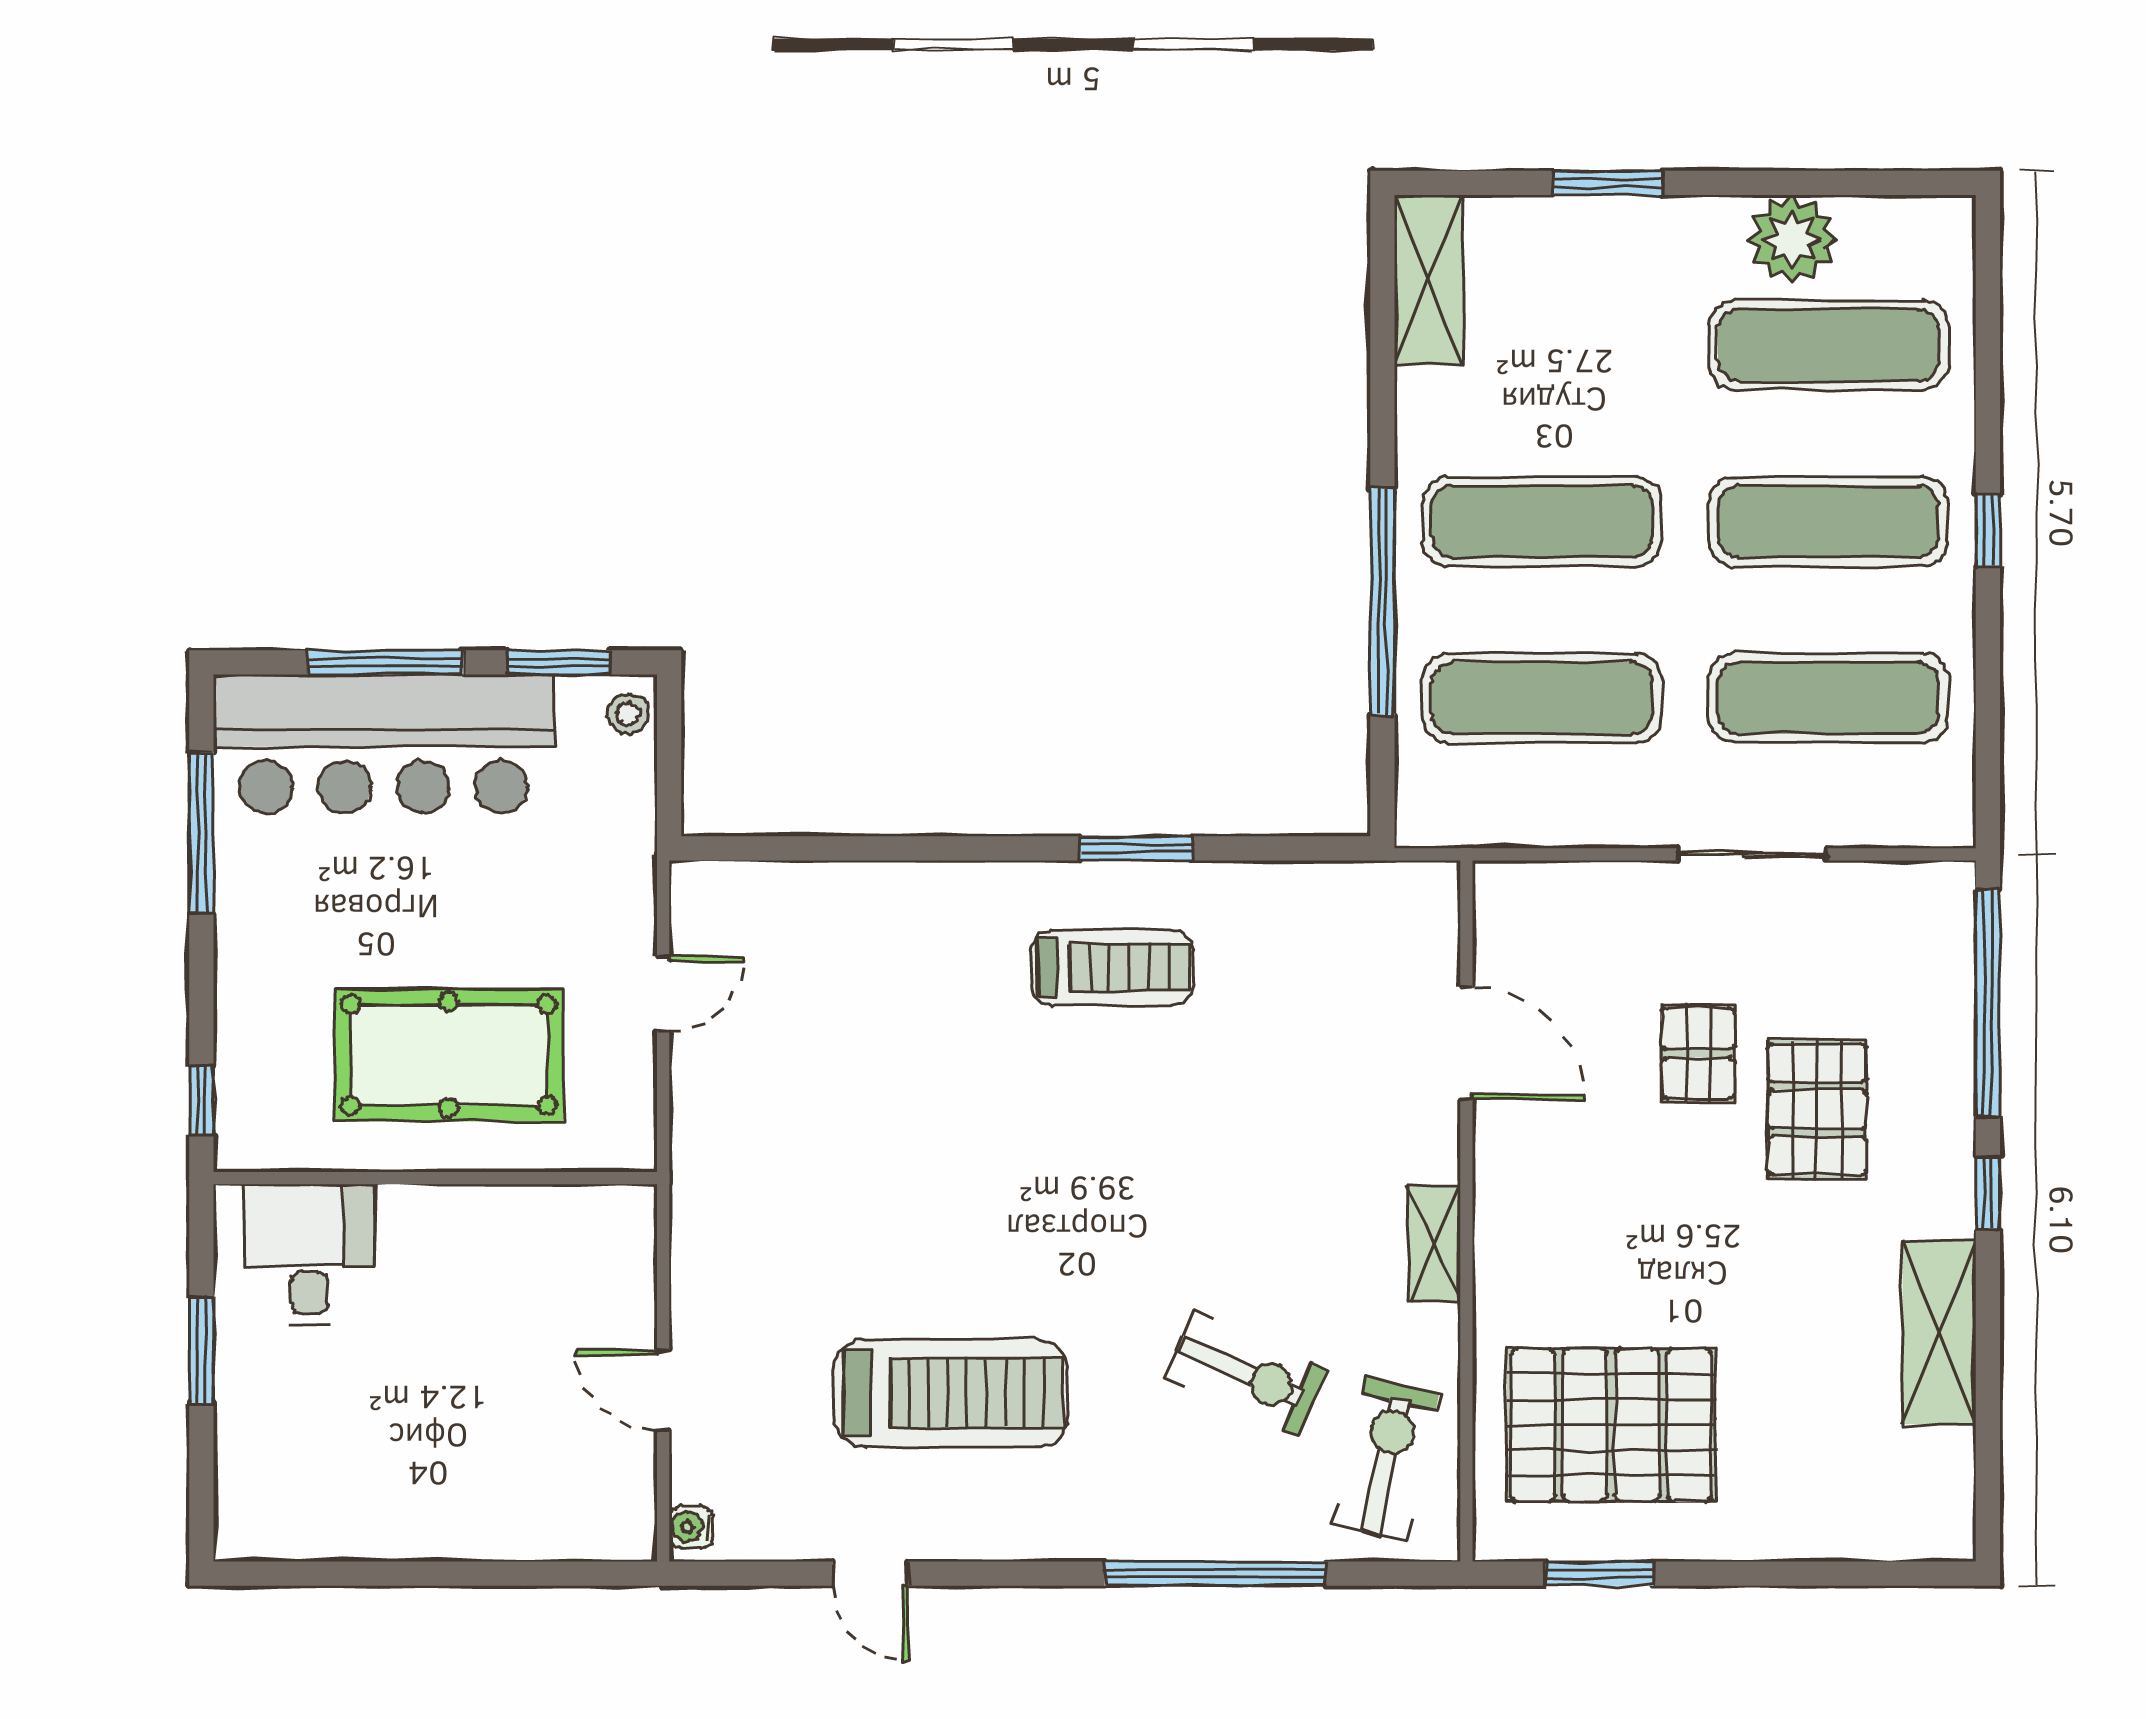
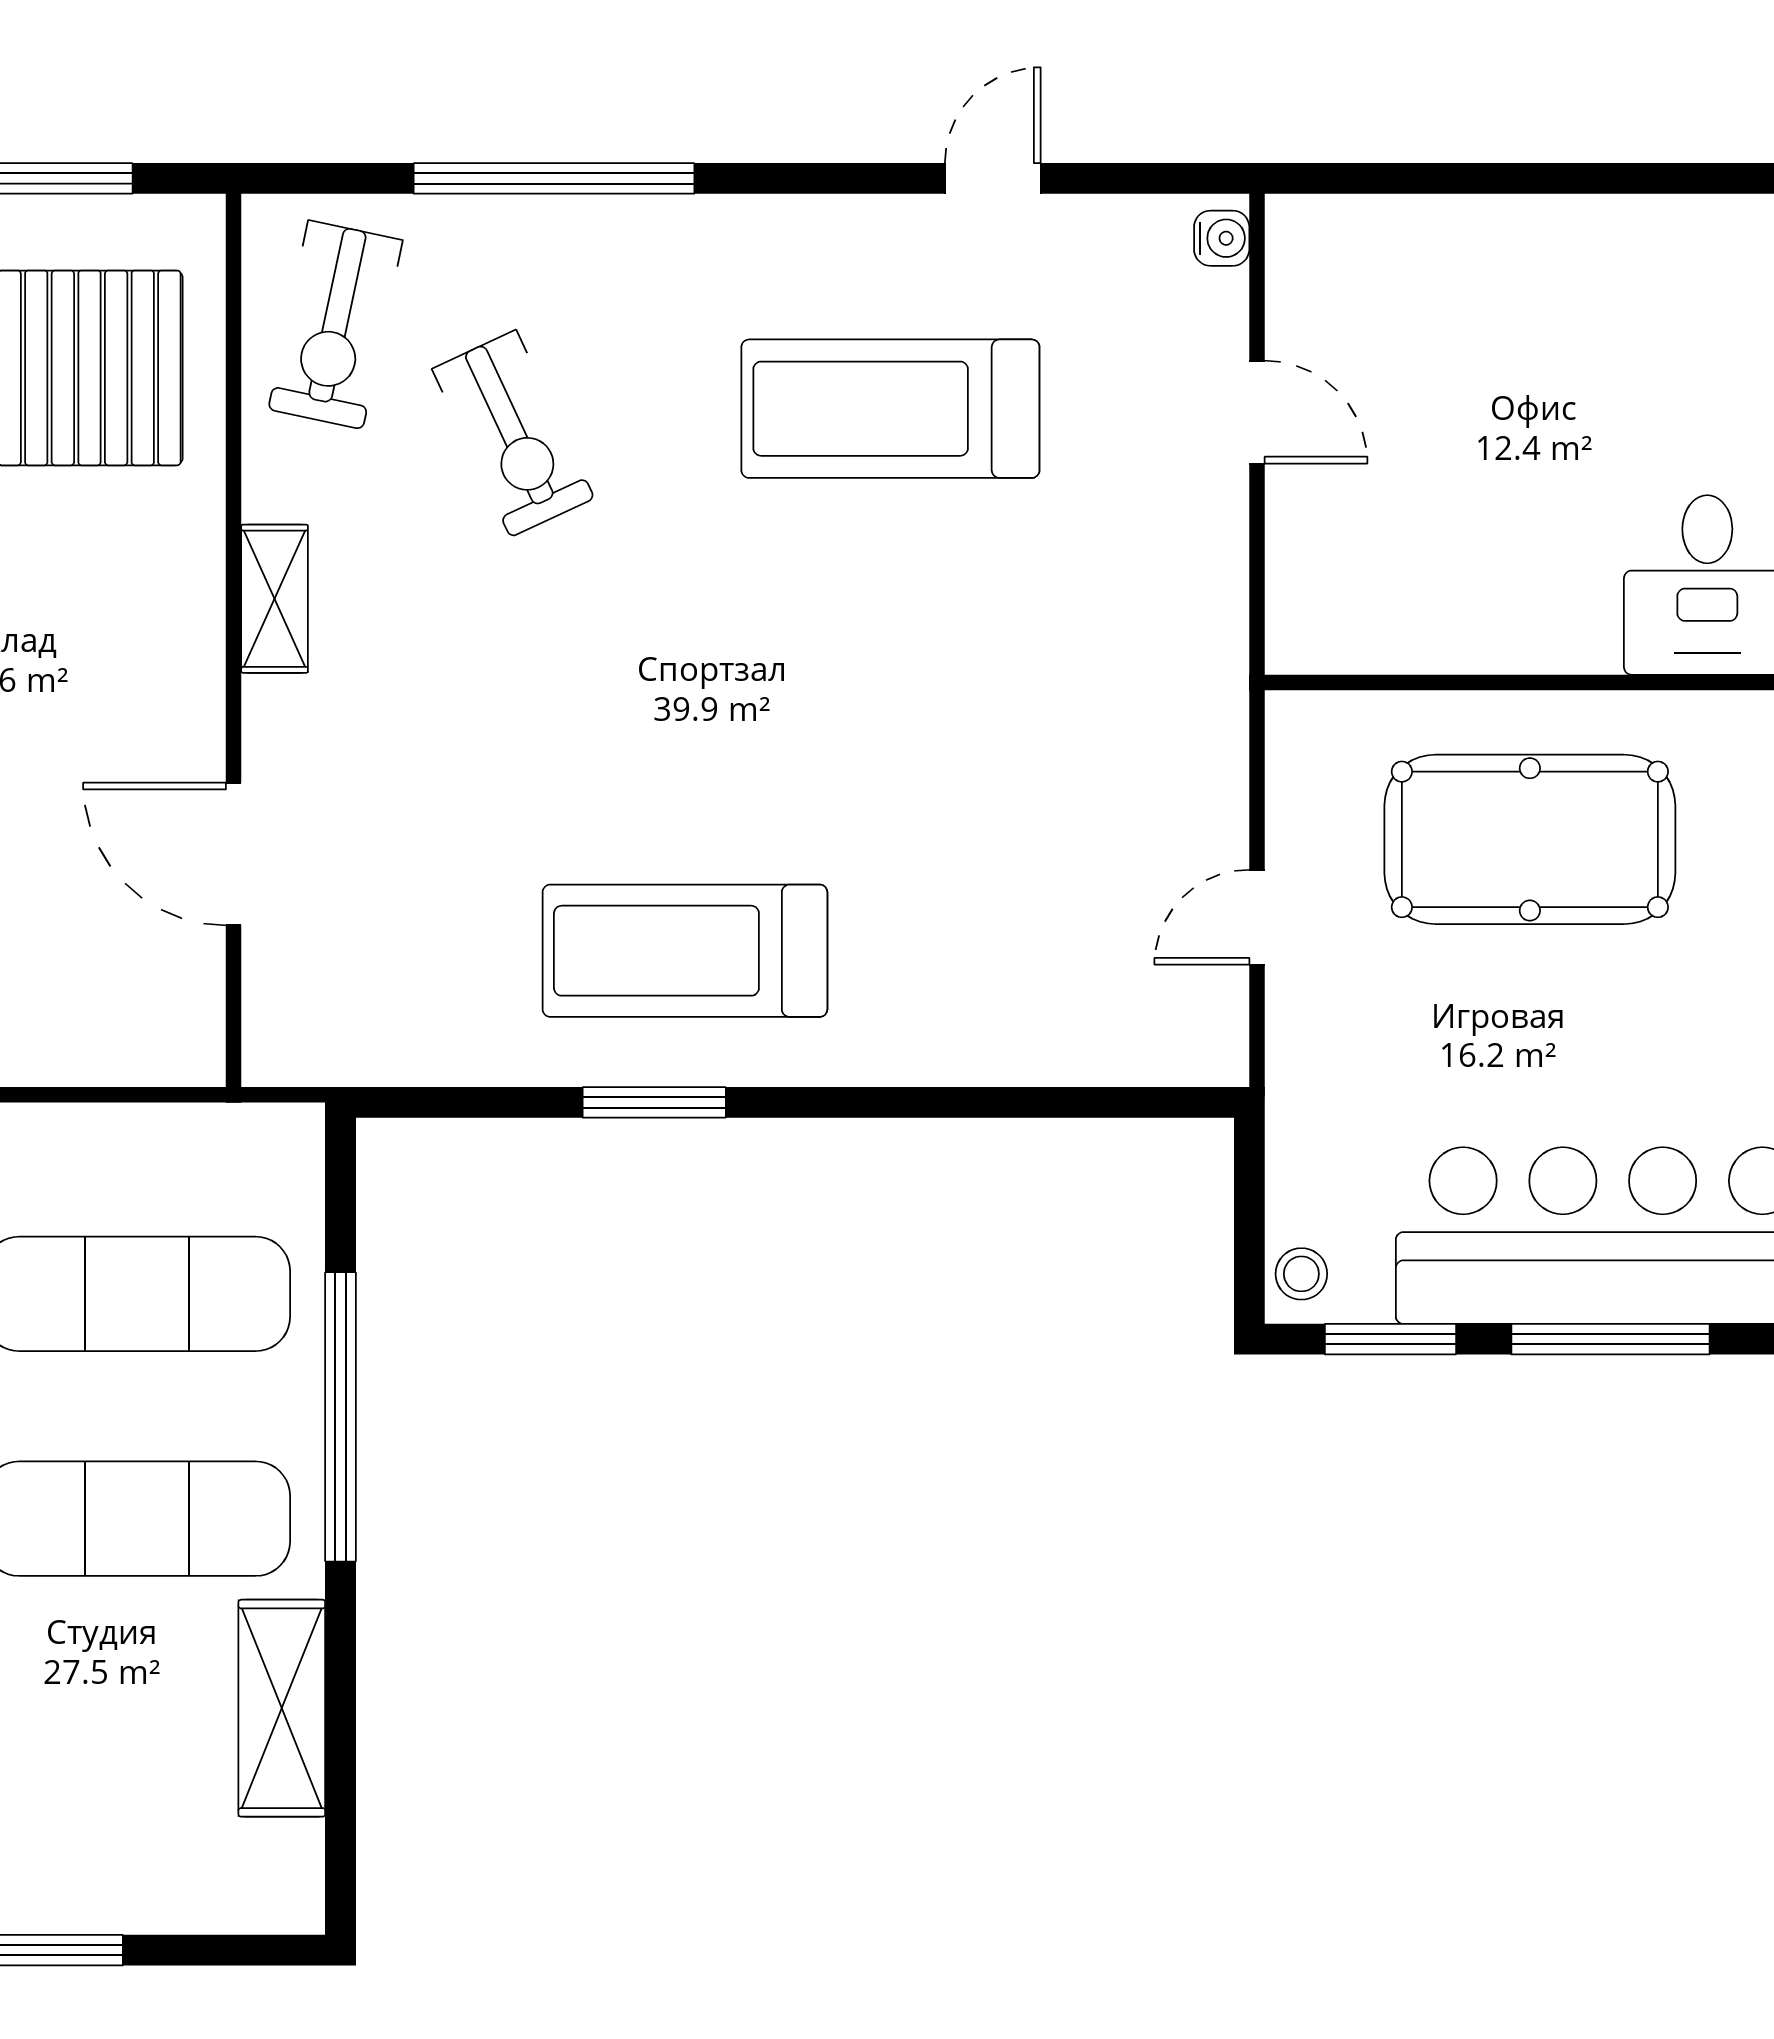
shelving: (1429, 280) -> (282, 1708), moved
treadmill: (1112, 967) -> (685, 951), width x1.37, depth x1.38
exercise bike: (1247, 1373) -> (513, 433), turned -139
door: (870, 1574) -> (993, 178), hinge flipped

